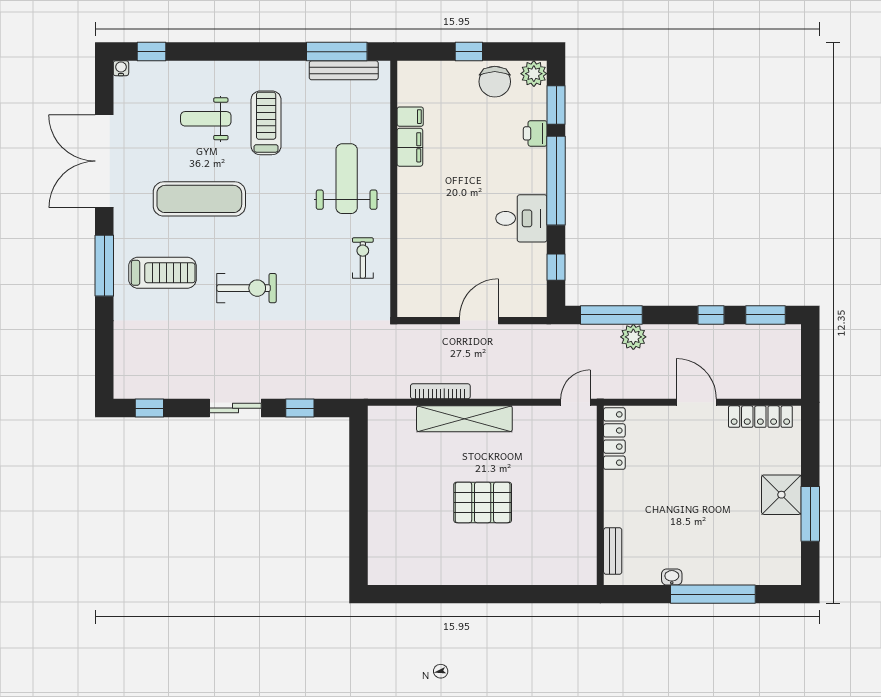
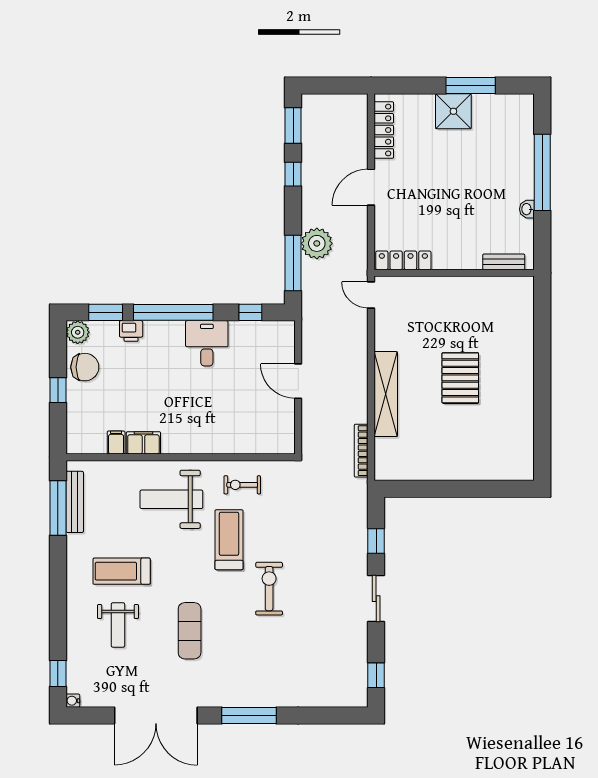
exercise mat: (199, 199) -> (190, 631), width x0.73, depth x0.69
treadmill: (162, 273) -> (229, 540), moved
plant: (633, 337) -> (317, 243), width x1.36, depth x1.36
bookcase: (440, 391) -> (361, 451), moved

